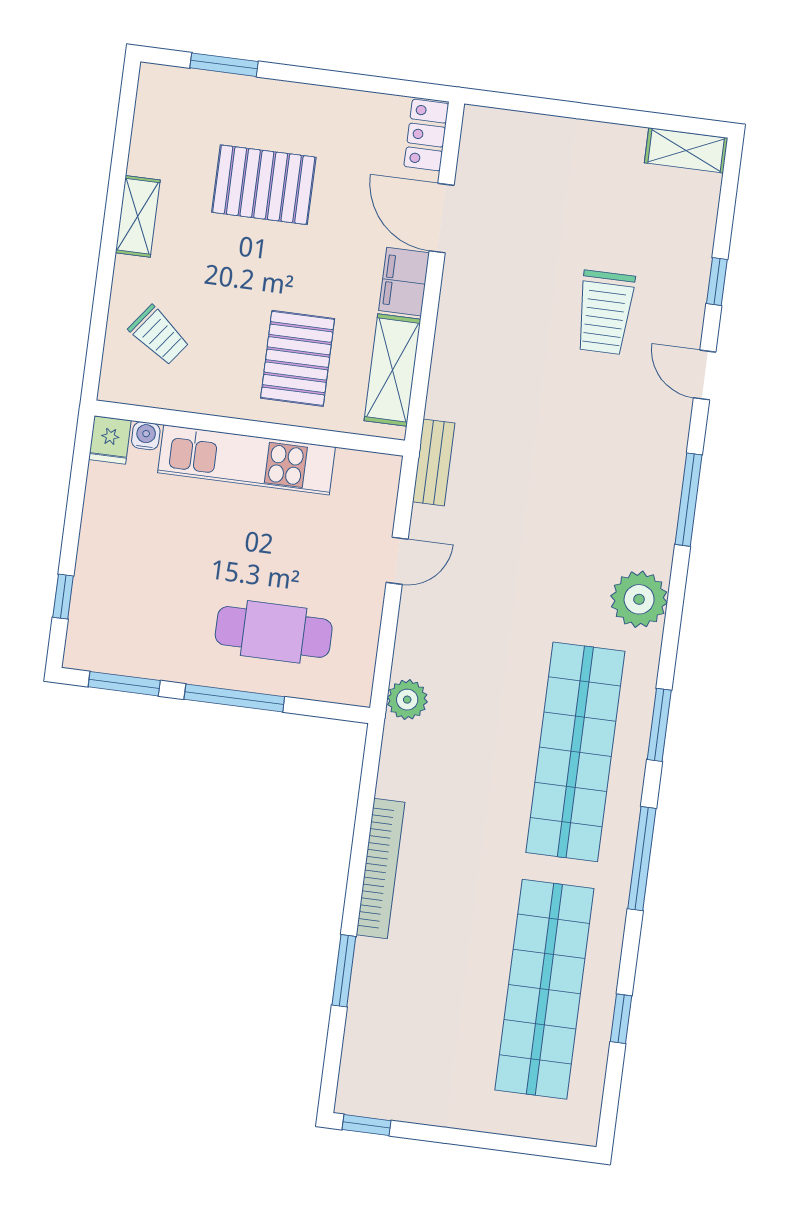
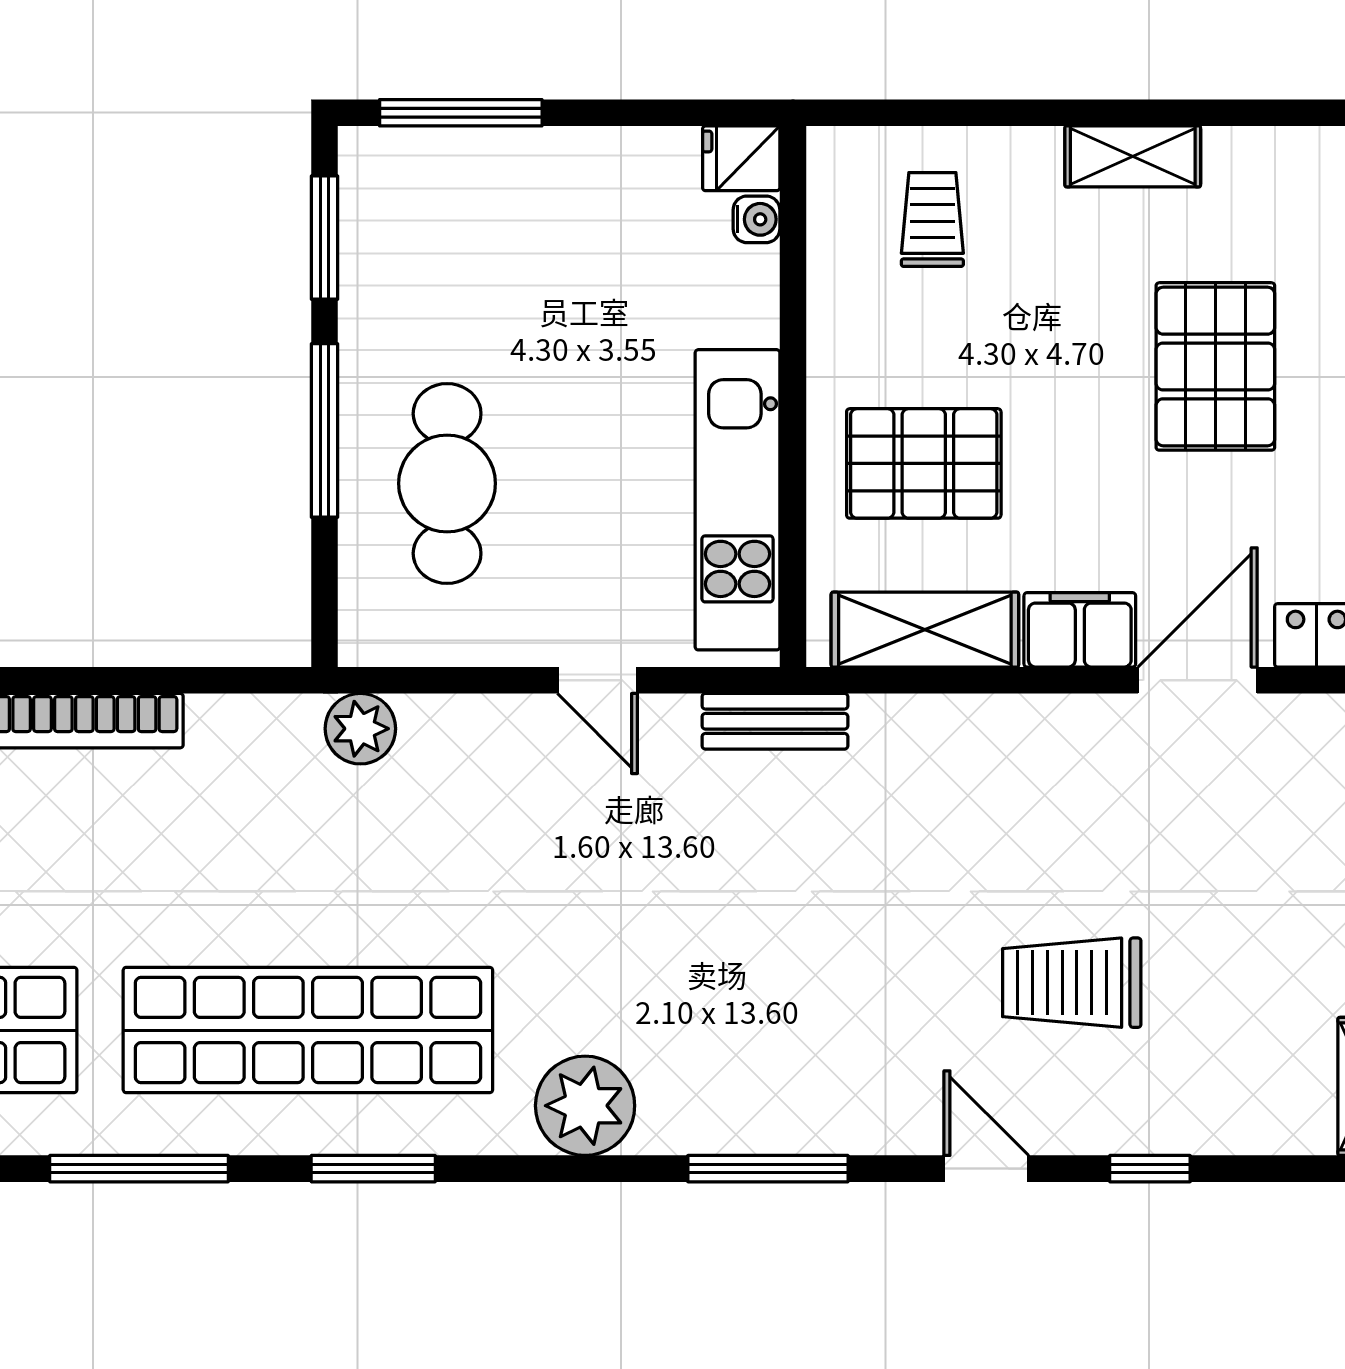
trolley: (159, 335) -> (932, 219), turned 143
door: (705, 375) -> (986, 1169), hinge flipped
kitchen unit: (246, 460) -> (737, 500), moved
window: (63, 597) -> (461, 113), width x2.17

